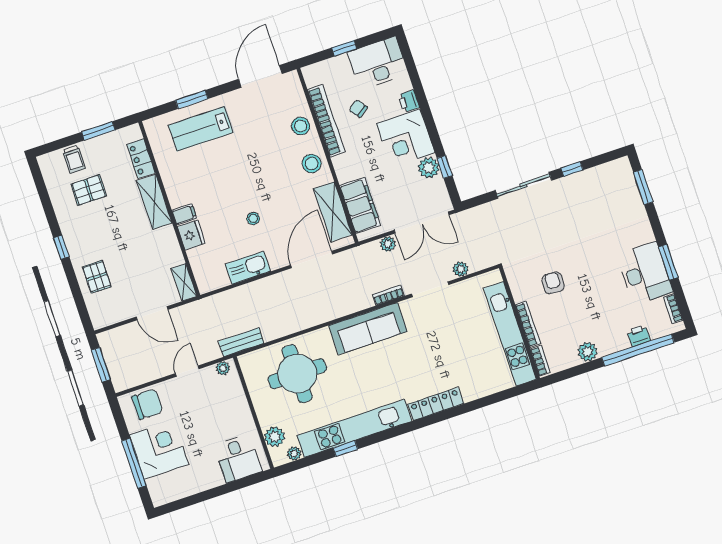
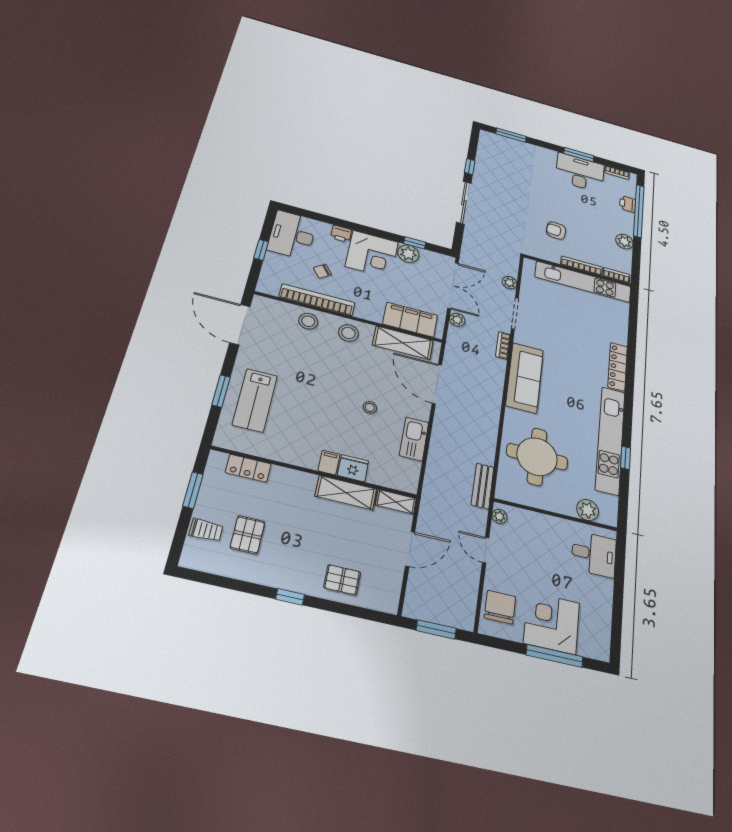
shelving: (154, 202) -> (346, 493), moved
plant: (294, 454) -> (611, 503), removed

